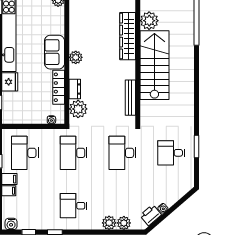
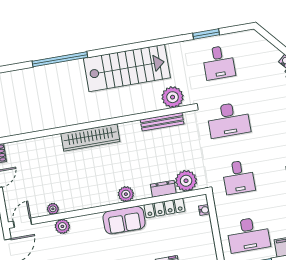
plant: (149, 21) -> (173, 97), moved
stairs: (154, 65) -> (127, 68), moved, turned 180
desk: (74, 153) -> (238, 177), width x0.73

